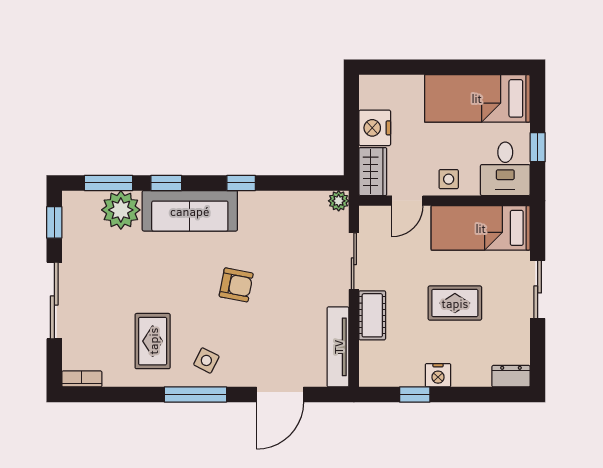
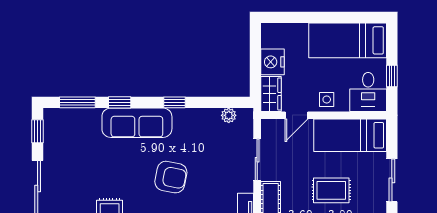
plant: (339, 201) -> (229, 115), moved
plant: (121, 210) -> (86, 122), removed
armchair: (236, 285) -> (171, 177), width x1.38, depth x1.38

